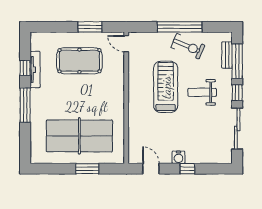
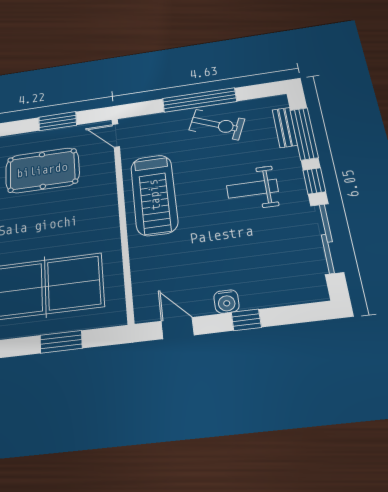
treadmill: (166, 87) -> (154, 195), moved, turned 180

